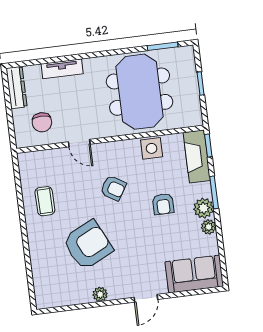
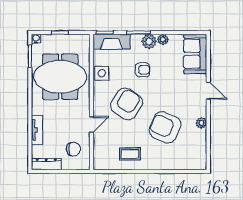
water cooler: (188, 52) -> (36, 39), added
armchair: (113, 188) -> (127, 104), width x1.88, depth x1.88
armchair: (88, 245) -> (165, 127), turned -40

